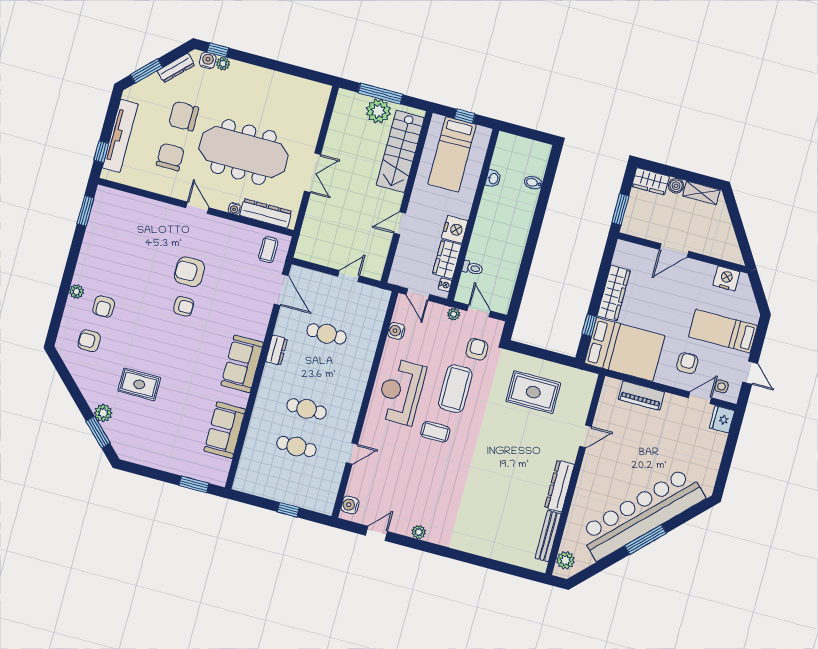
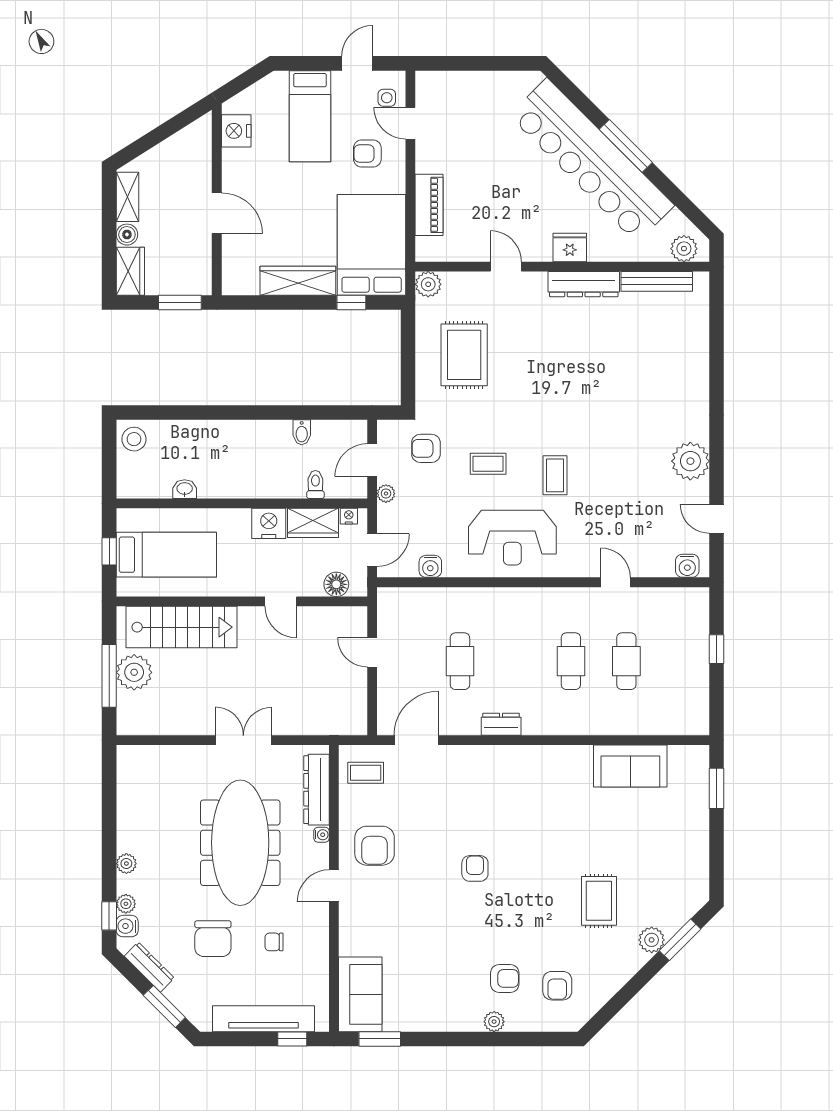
plant: (250, 71) -> (126, 864), added
stool: (536, 153) -> (134, 439), added
chair: (170, 157) -> (274, 942), width x0.54, depth x0.54
bidet: (533, 183) -> (302, 432), moved
floor lamp: (401, 264) -> (336, 584), added
armchair: (189, 272) -> (375, 846), moved
sofa: (242, 364) -> (360, 994), moved, turned -90
plant: (588, 381) -> (428, 284), added
coffee table: (455, 389) -> (488, 464), width x0.54, depth x0.58
fridge: (722, 419) -> (570, 247), moved, turned 180
plant: (419, 532) -> (690, 461), width x1.87, depth x1.87

